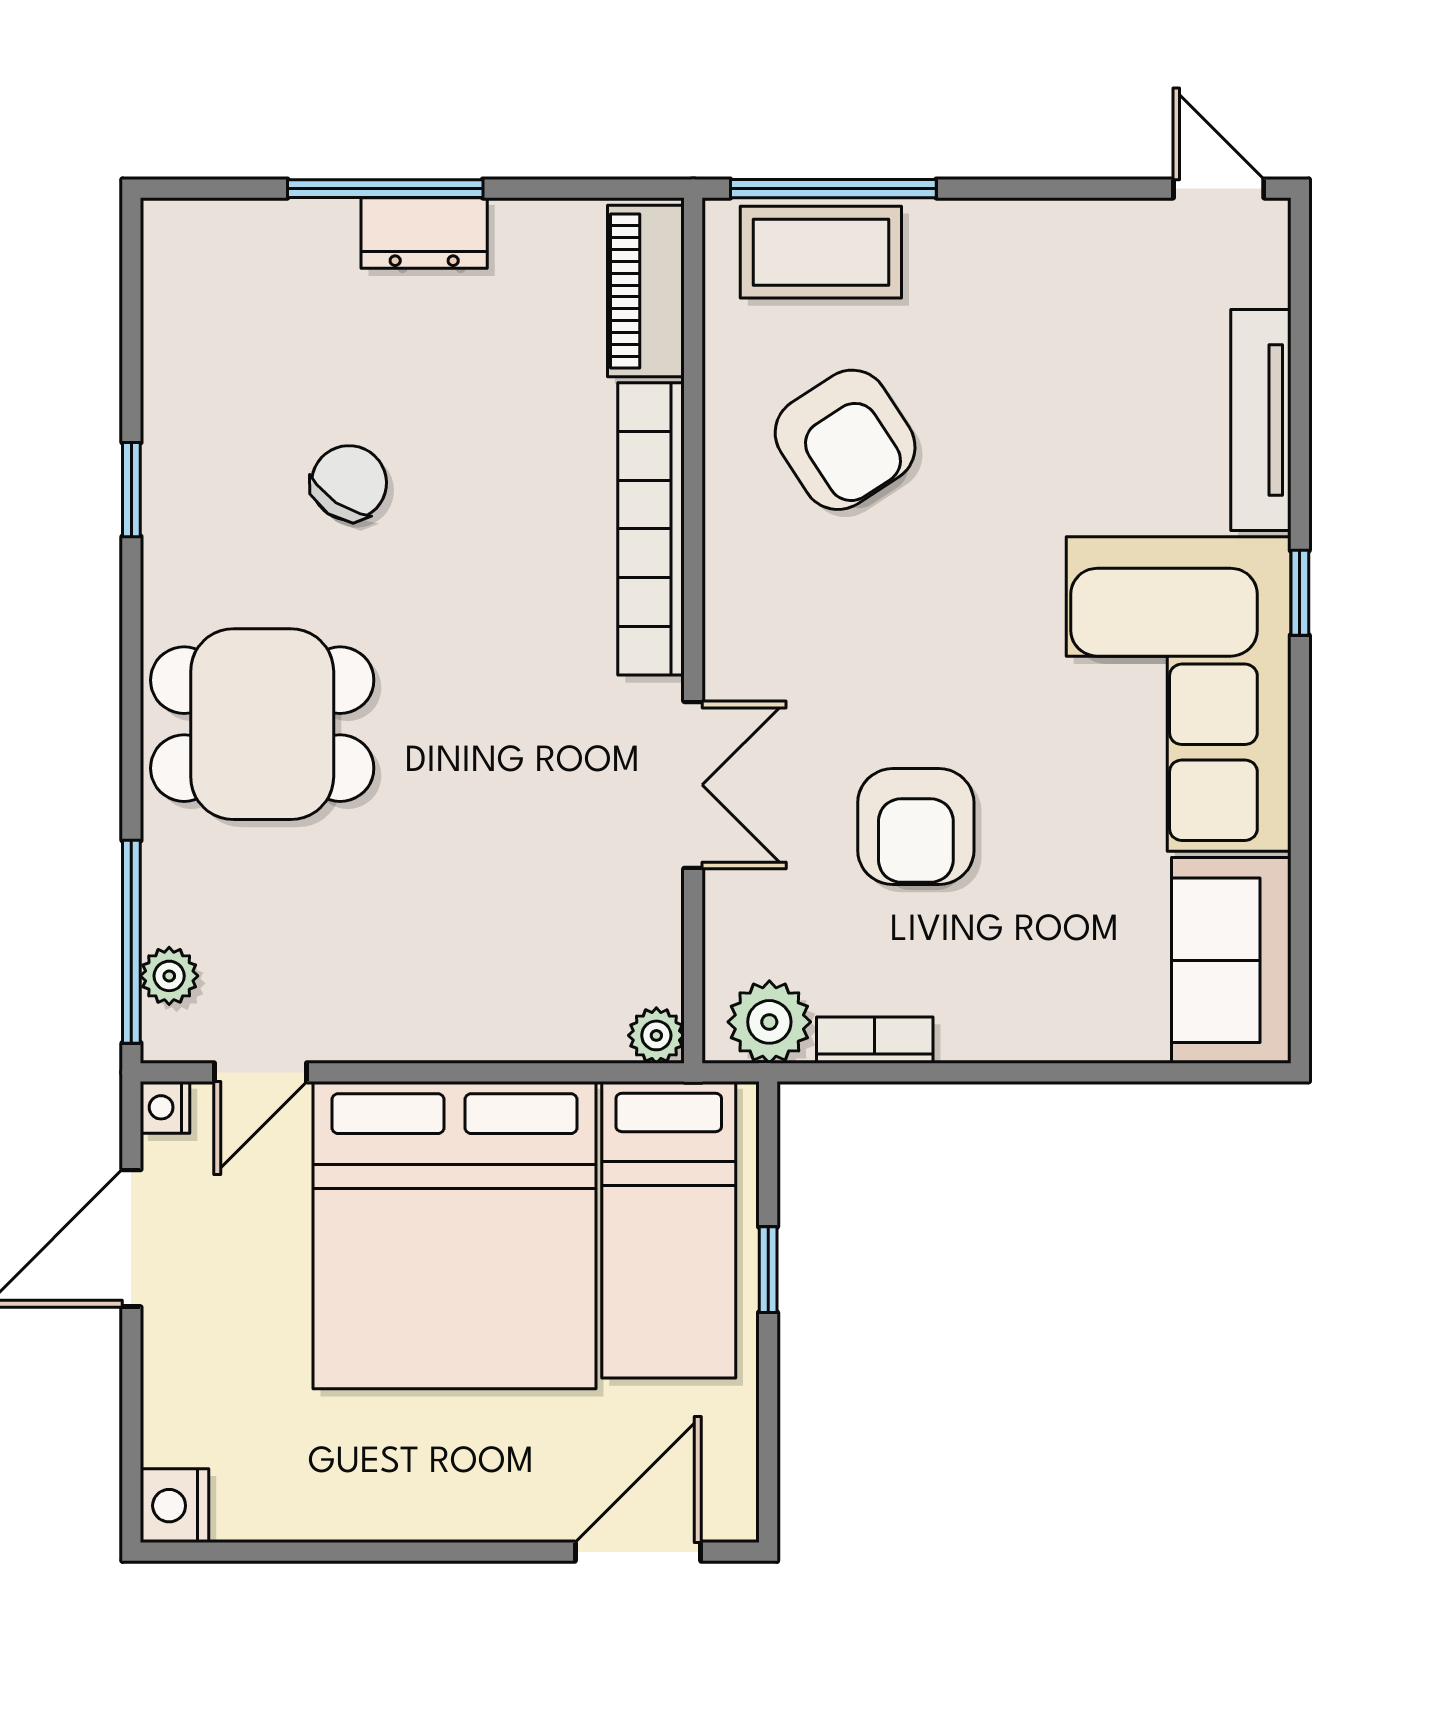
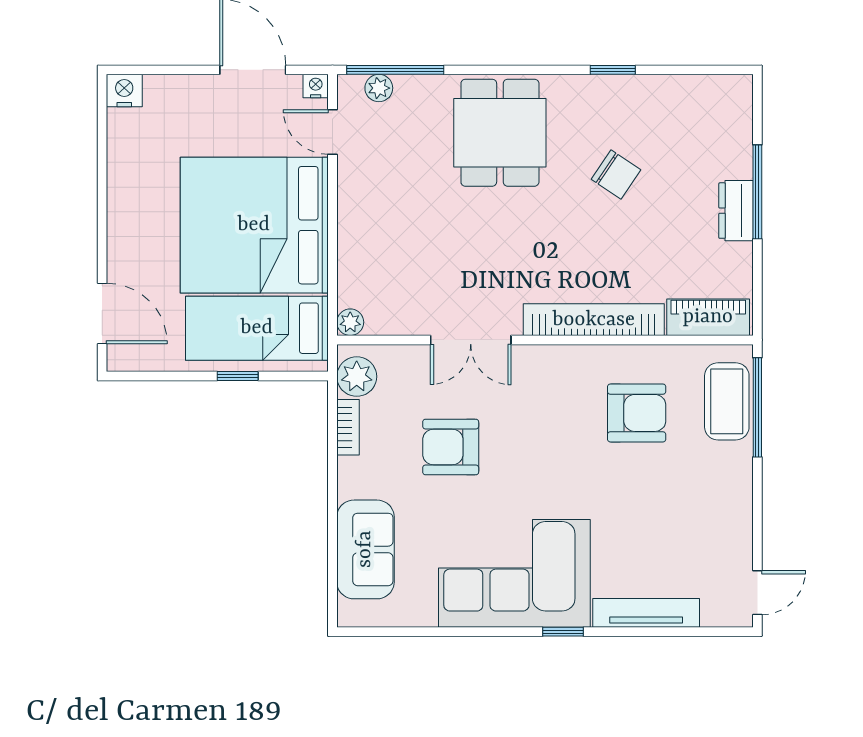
armchair: (845, 440) -> (637, 413), turned -147
sofa: (1231, 960) -> (365, 549), moved, turned 90

